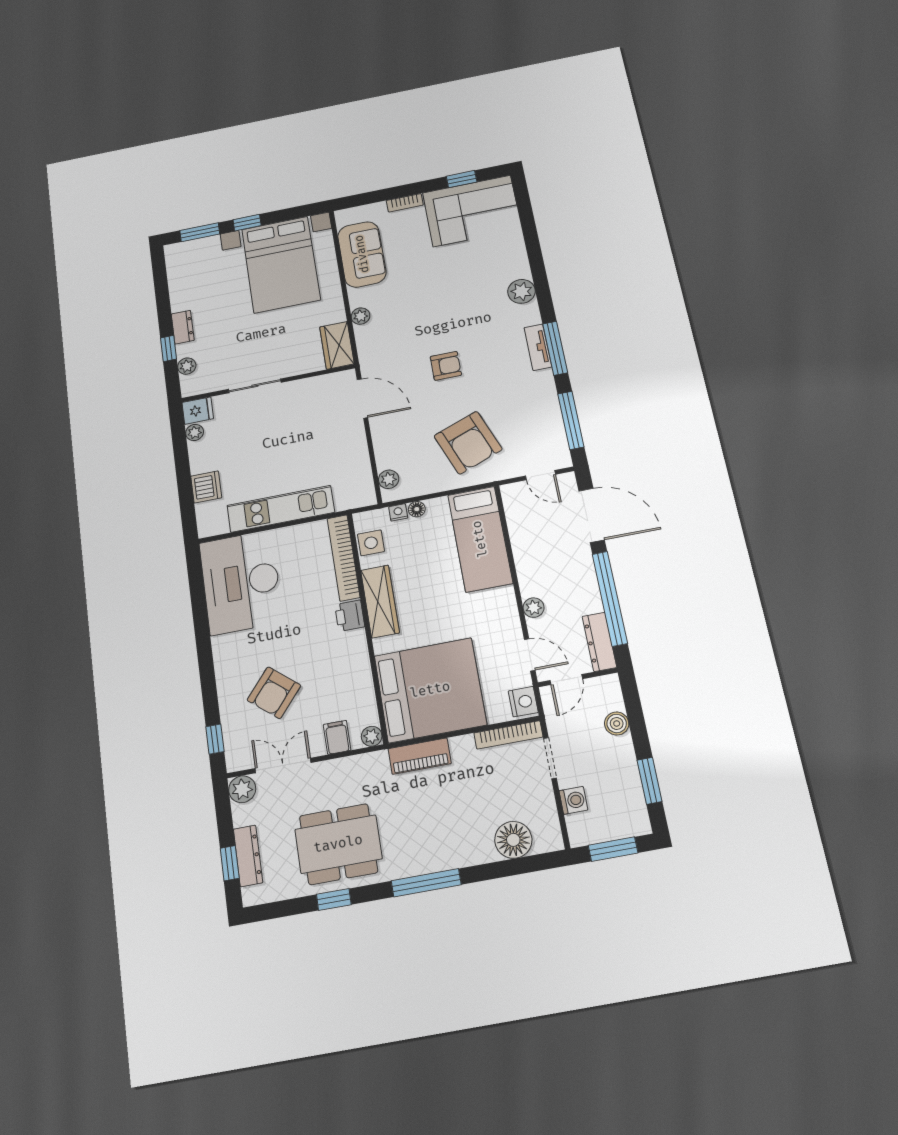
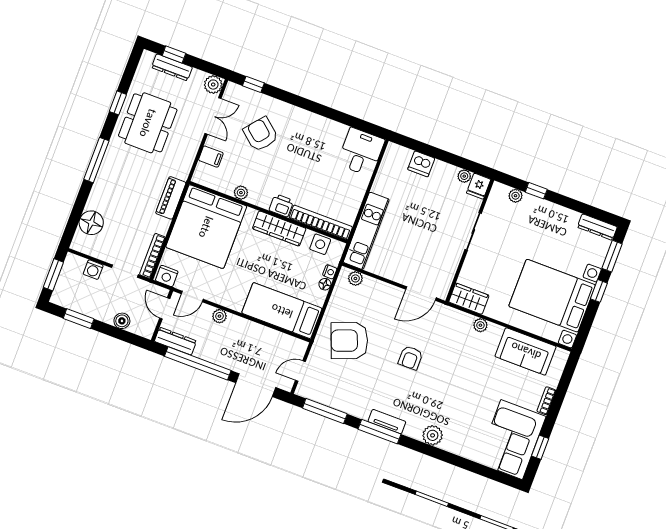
dresser: (183, 327) -> (597, 227), moved, width x1.44
kitchen unit: (281, 509) -> (366, 231), moved
desk: (241, 582) -> (361, 152), width x0.53, depth x0.77
plant: (372, 736) -> (241, 193), moved

